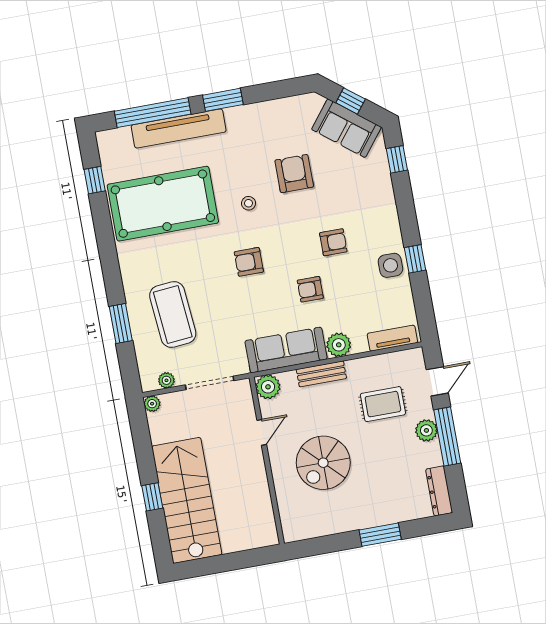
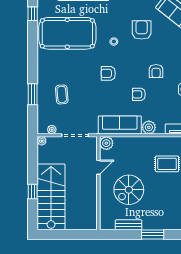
armchair: (333, 242) -> (156, 71), turned 90
coffee table: (173, 314) -> (62, 94), width x0.54, depth x0.58
bench: (321, 374) -> (129, 225), moved

